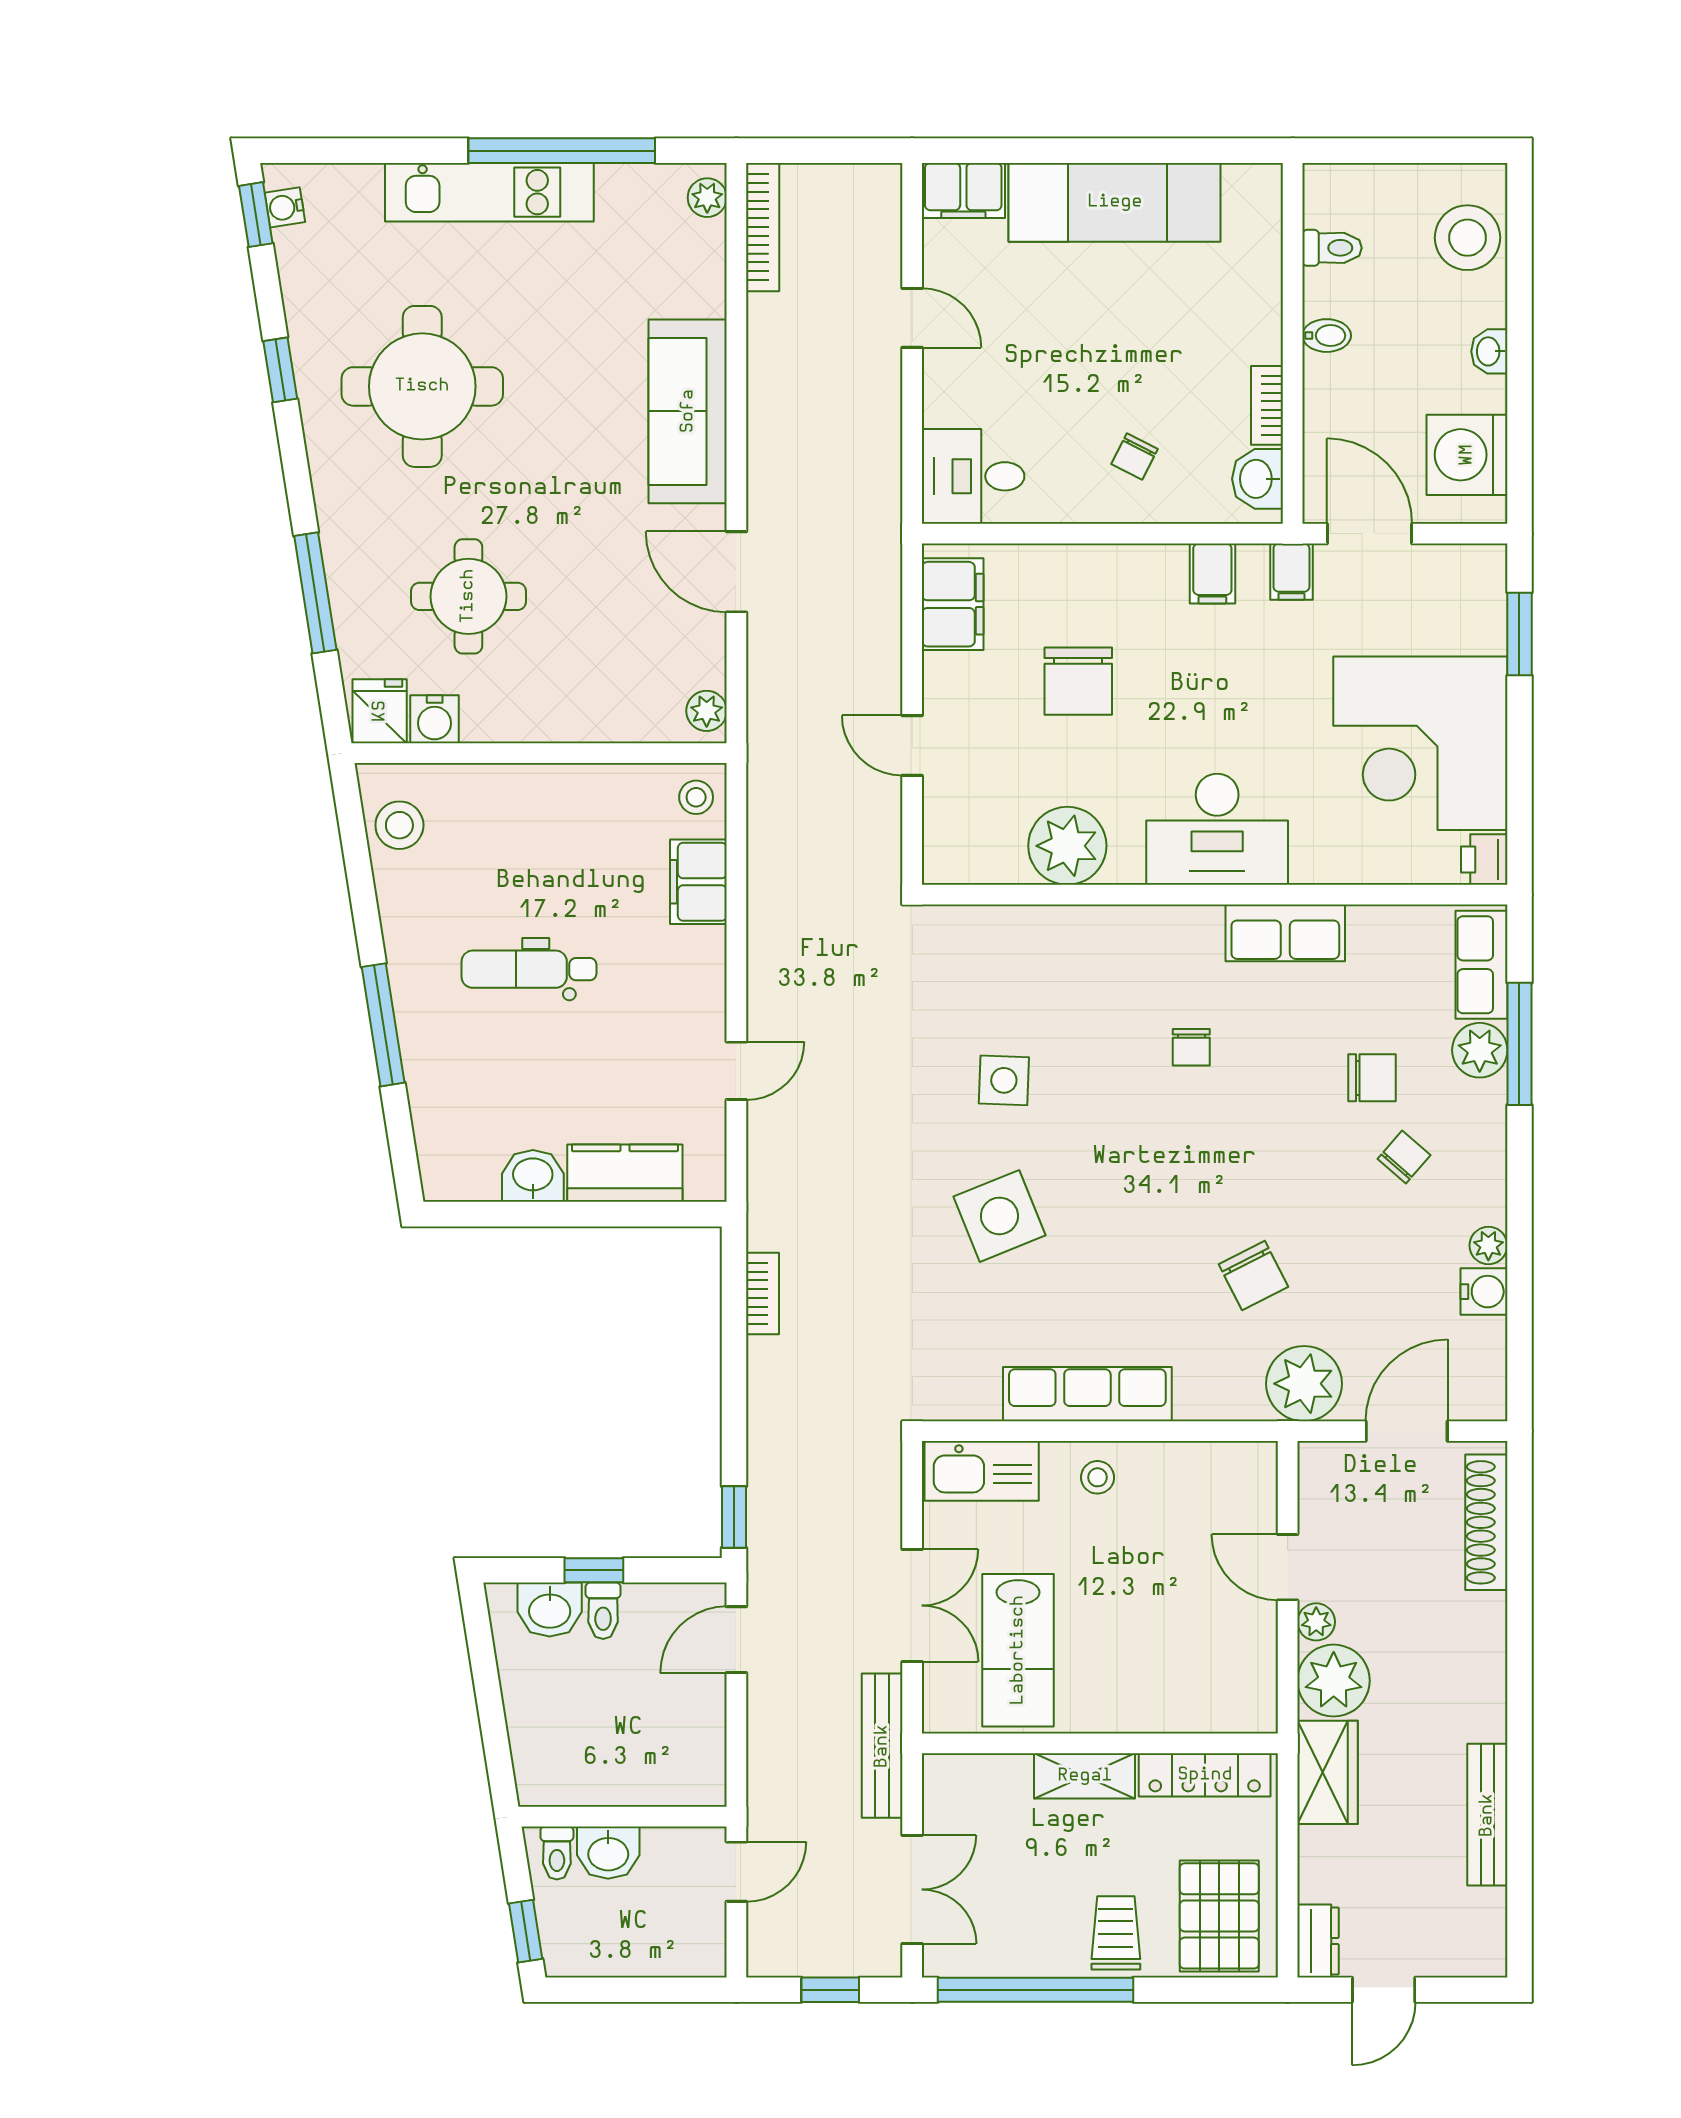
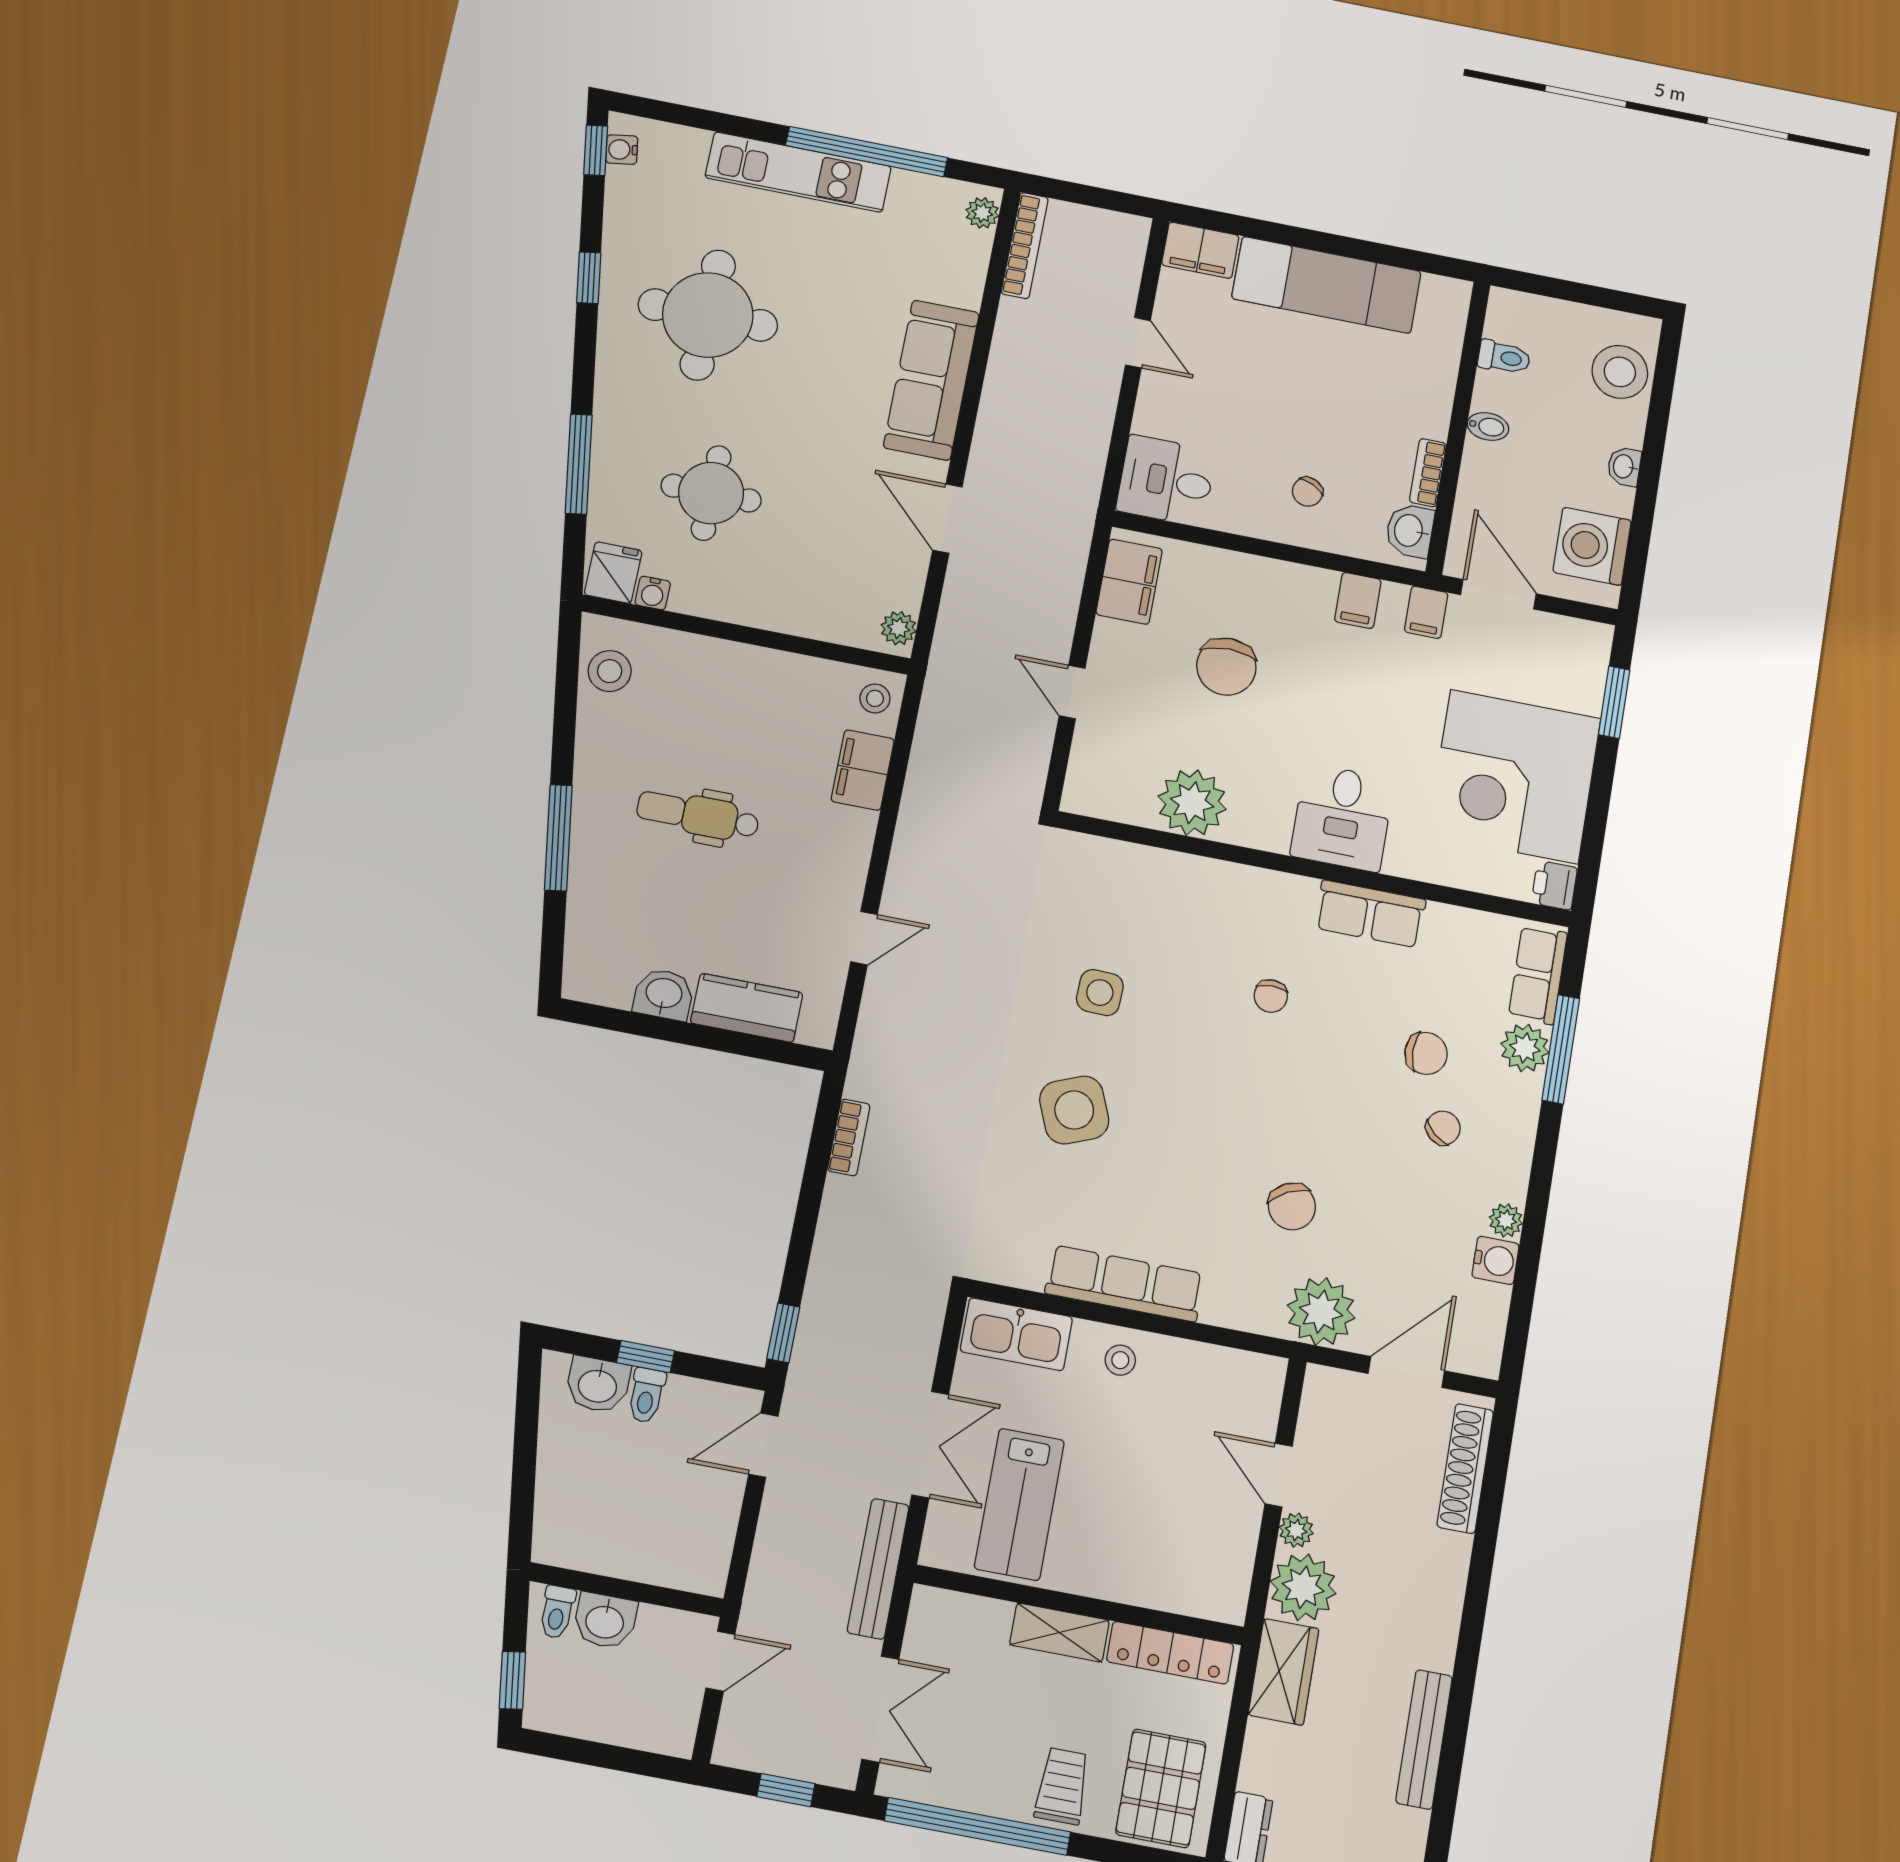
water cooler: (435, 719) -> (653, 593), width x0.72, depth x0.72
desk: (1217, 829) -> (1342, 817), width x0.73

